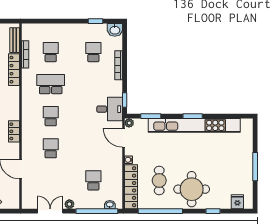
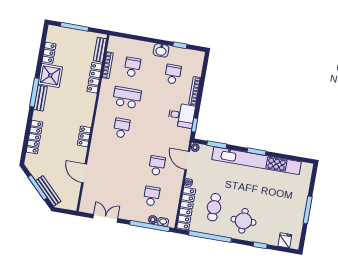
washbasin: (115, 30) -> (161, 50), moved
desk: (110, 109) -> (182, 115), moved
school desk: (51, 148) -> (157, 166), moved
round table: (192, 189) -> (243, 221), width x0.73, depth x0.73
plant: (69, 204) -> (153, 220), moved

